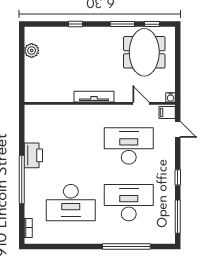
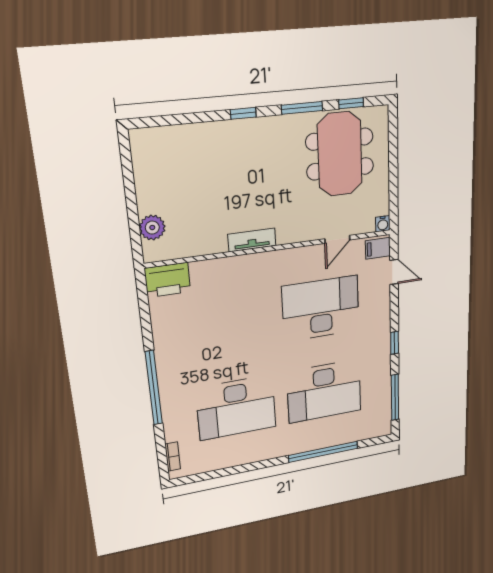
window: (76, 24) -> (243, 113), moved
plant: (32, 50) -> (152, 228), moved
tv unit: (94, 97) -> (252, 240), width x0.71
door: (141, 103) -> (337, 239), swing flipped
printer: (33, 155) -> (168, 280), moved, turned 90
desk: (129, 203) -> (324, 391), turned 180

